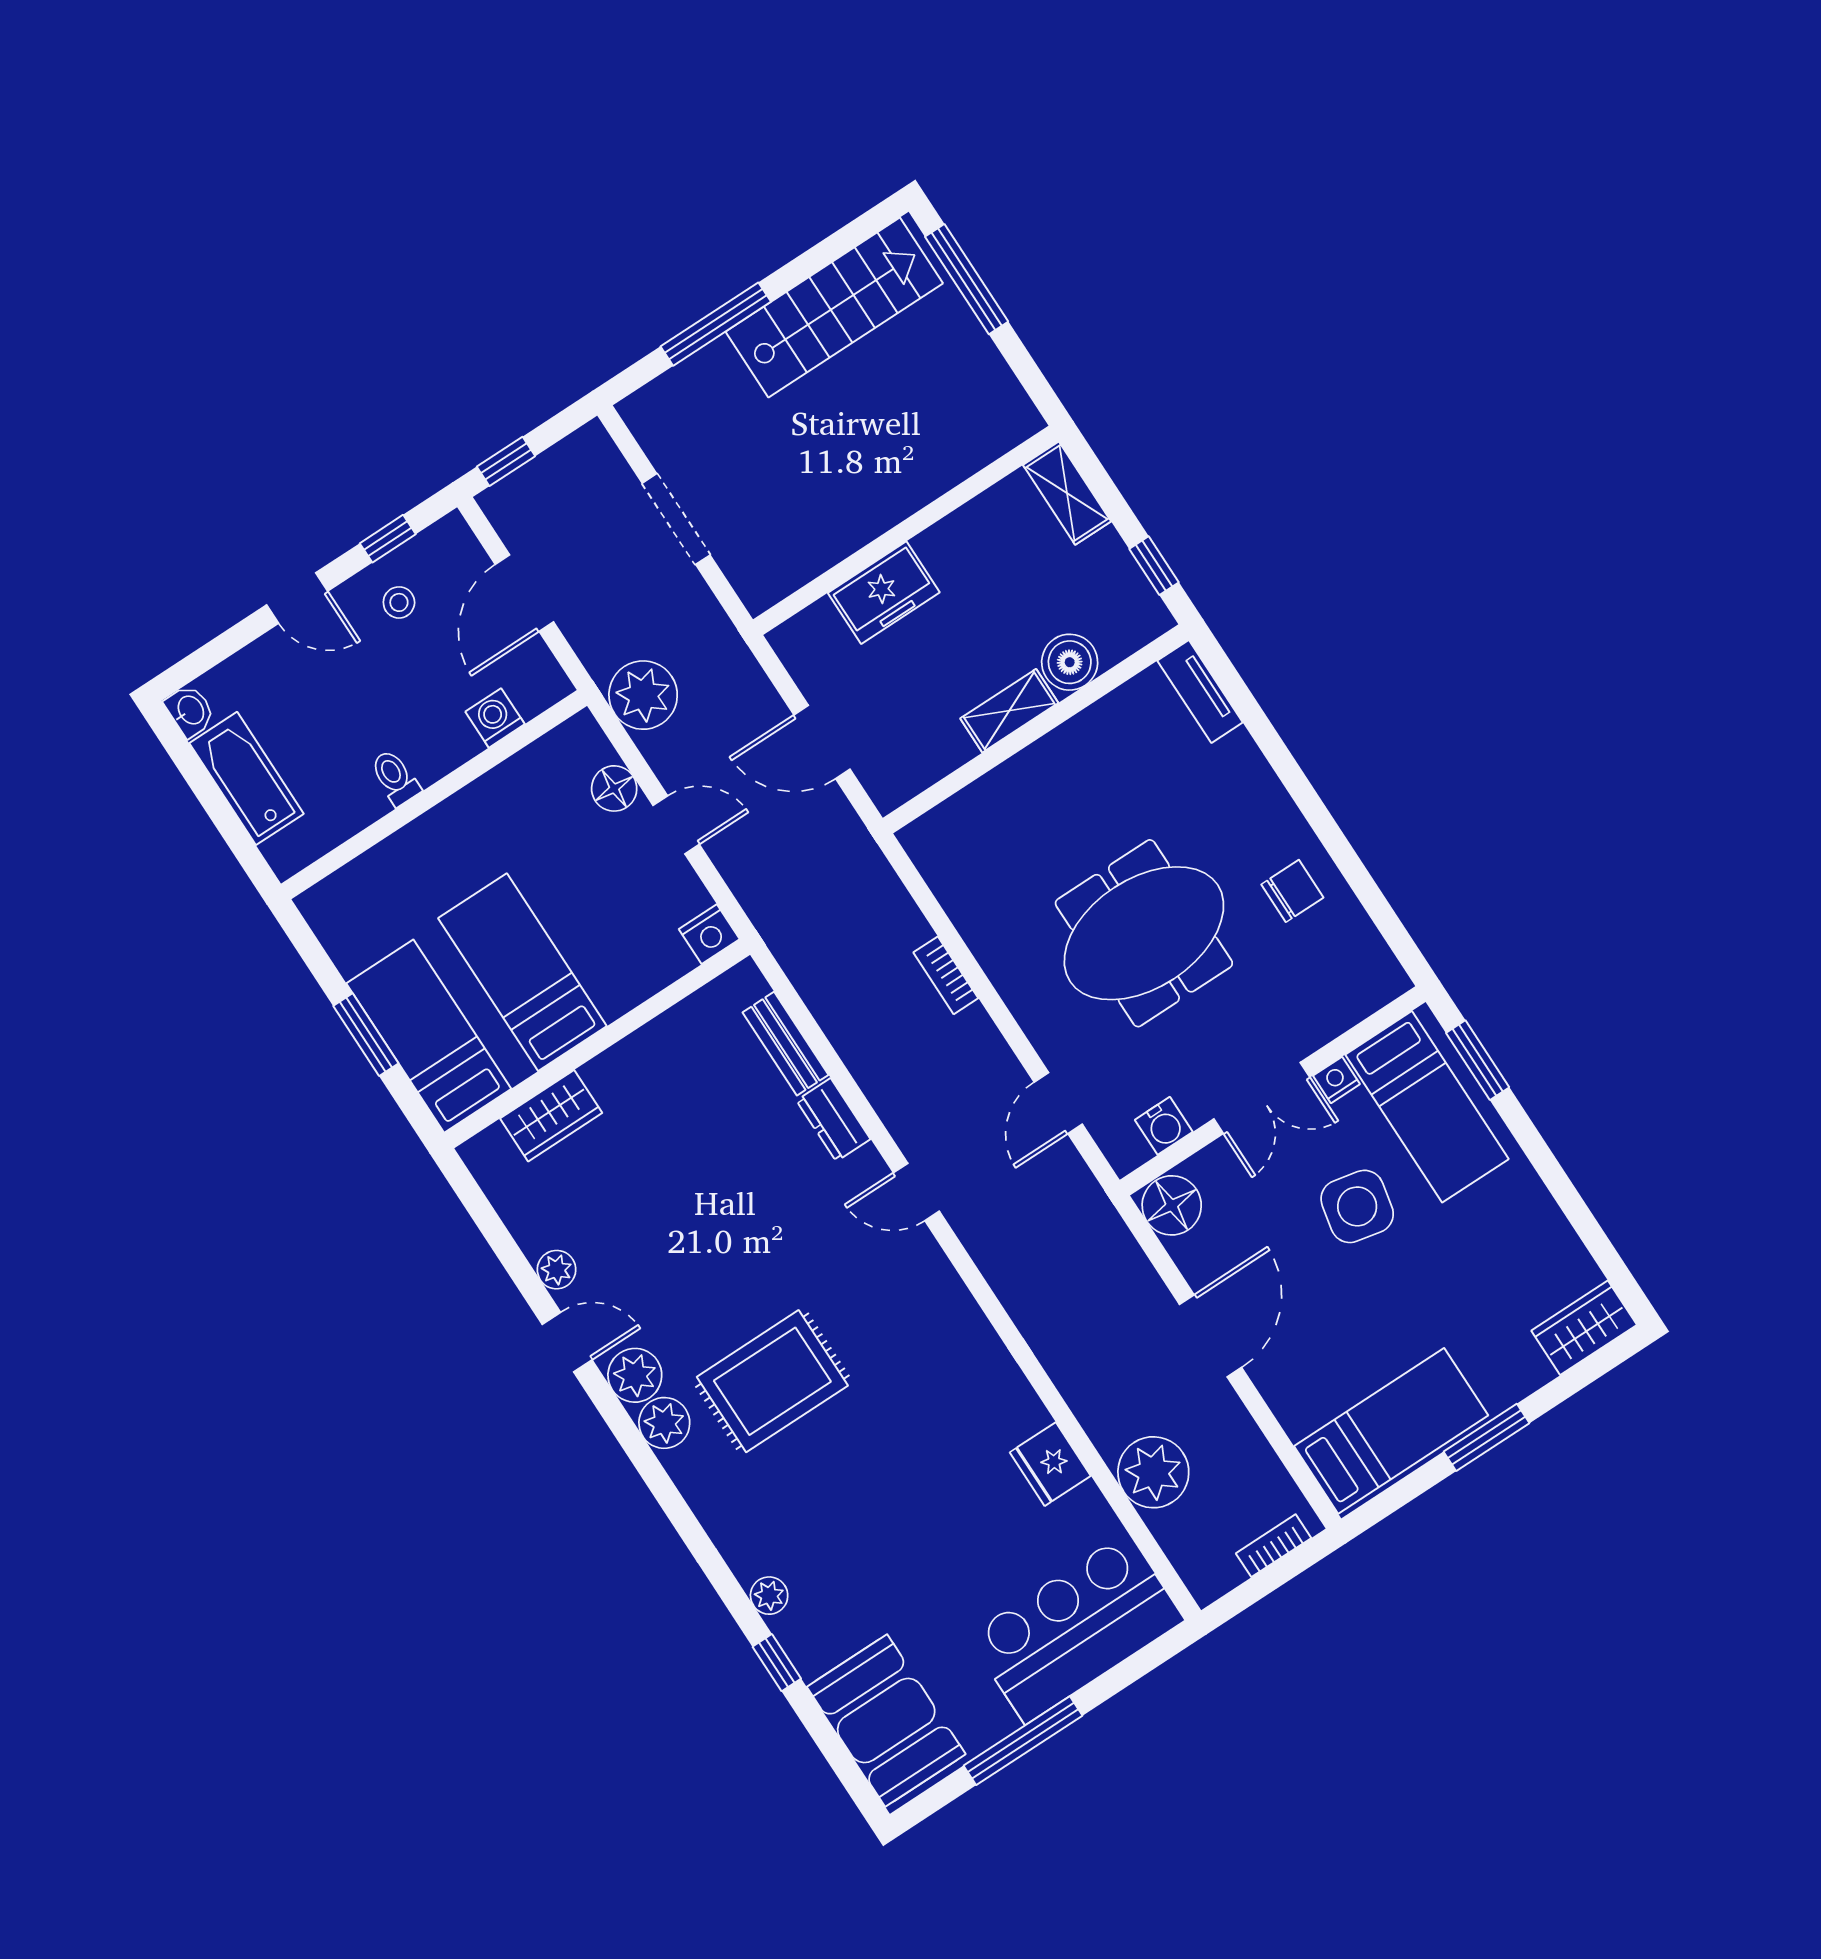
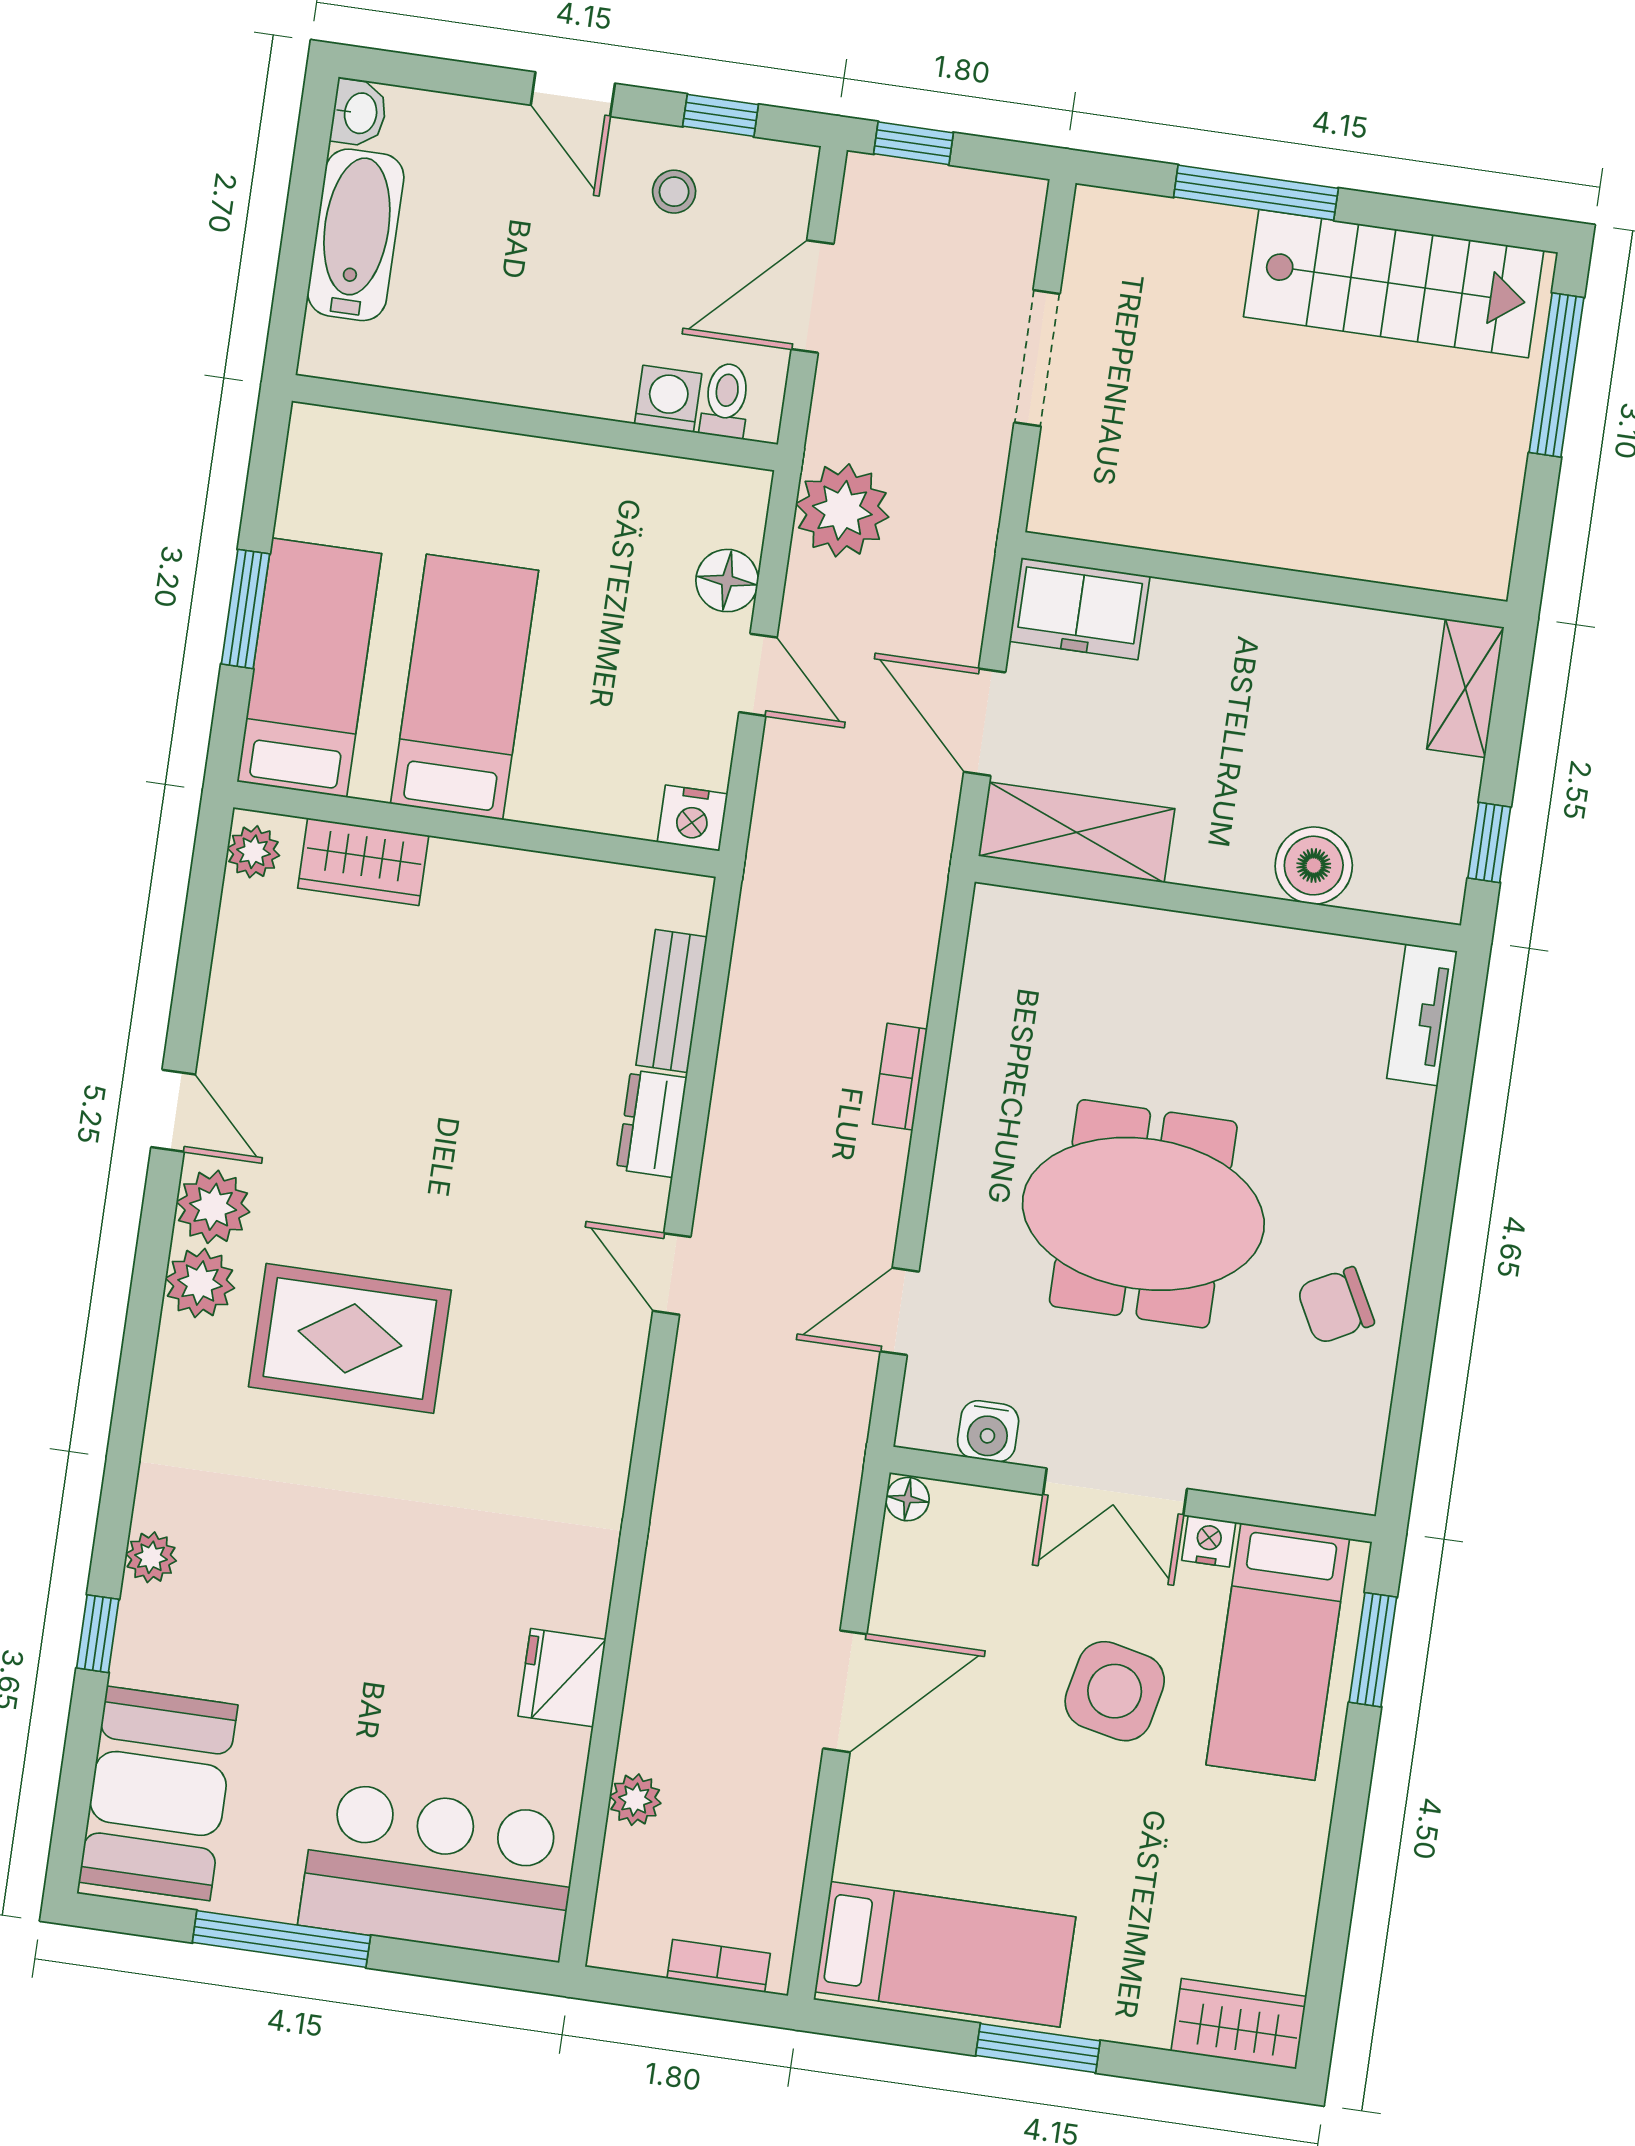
freezer: (884, 593) -> (1080, 609), moved
shelving: (1009, 711) -> (1077, 832), moved, width x1.50, depth x1.33
toilet: (395, 778) -> (726, 400), moved
chair: (1292, 891) -> (1336, 1306), turned 152
floor lamp: (1172, 1205) -> (907, 1499), width x0.53, depth x0.53
plant: (557, 1270) -> (253, 852), moved
plant: (1153, 1472) -> (635, 1800), width x0.53, depth x0.53

